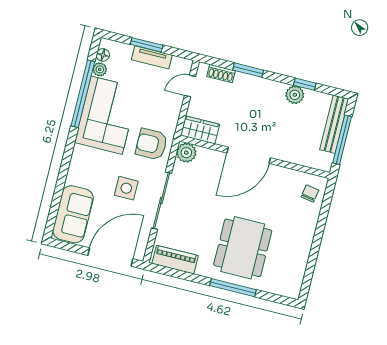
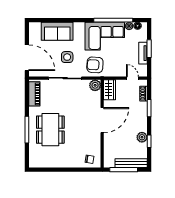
armchair: (151, 144) -> (95, 65), turned -86
door: (249, 155) -> (102, 120), swing flipped
sofa: (73, 214) -> (57, 31), moved
dining table: (243, 248) -> (50, 130), turned 90

